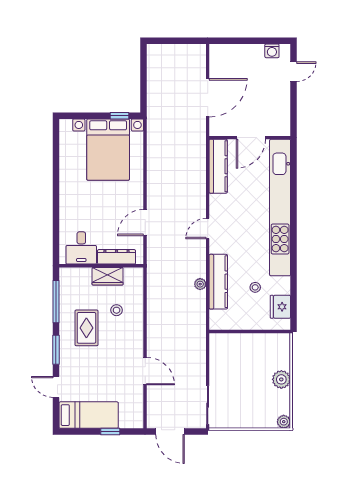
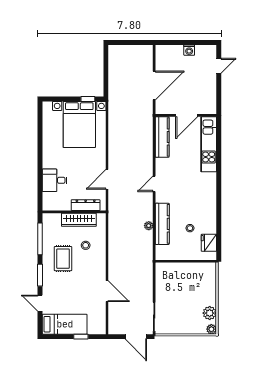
washing machine: (272, 51) -> (189, 50), moved
kitchen unit: (280, 208) -> (209, 144), width x0.54
desk: (81, 248) -> (55, 180), moved, turned 90
wardrobe: (108, 276) -> (79, 220), width x1.50
plant: (281, 379) -> (210, 313), moved
door: (170, 432) -> (136, 337), moved

